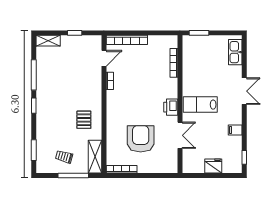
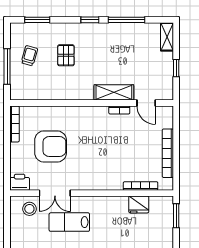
bookcase: (127, 40) -> (168, 153), moved
lab bench: (200, 105) -> (69, 222), moved, turned -90
printer: (171, 107) -> (20, 182), moved
pallet: (84, 120) -> (66, 55), moved, turned 90
shelving: (95, 157) -> (114, 92), moved
stool: (193, 157) -> (29, 209), added
fridge: (213, 166) -> (139, 204), moved, turned 90

